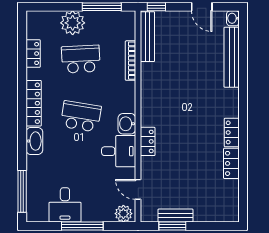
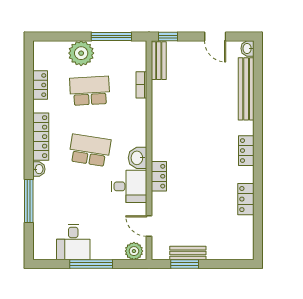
bench: (147, 37) -> (159, 61), width x0.73
bookcase: (131, 61) -> (141, 85), width x0.64
locker: (232, 132) -> (246, 151), moved
washbasin: (34, 141) -> (39, 169), width x0.52, depth x0.69
window: (22, 191) -> (29, 201), moved

